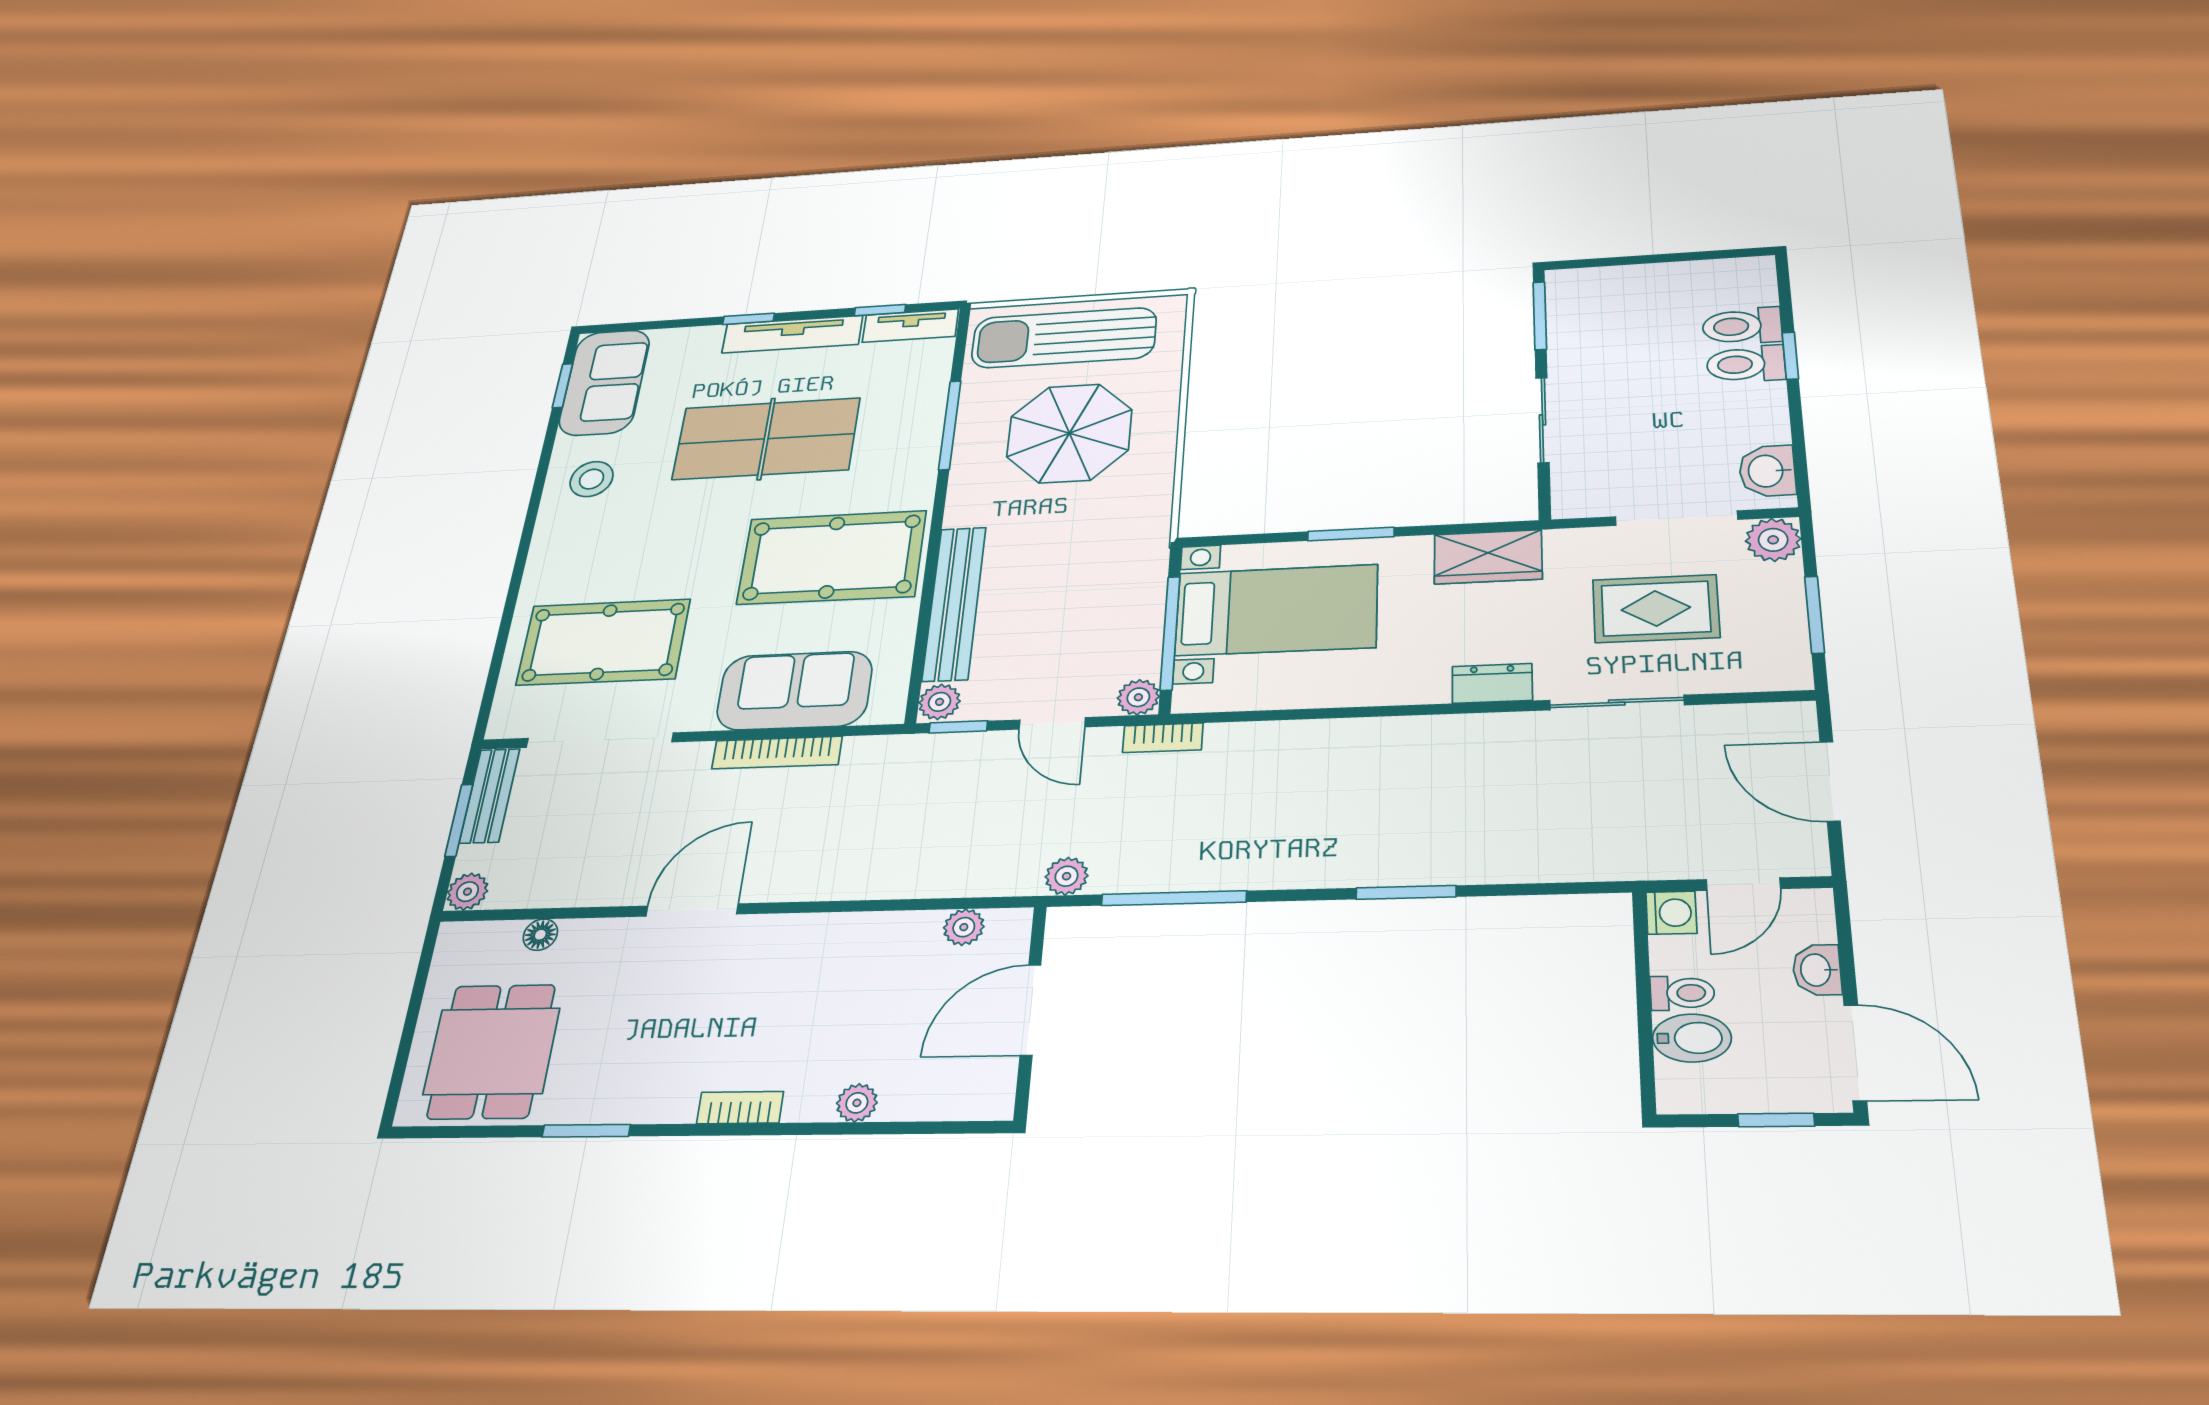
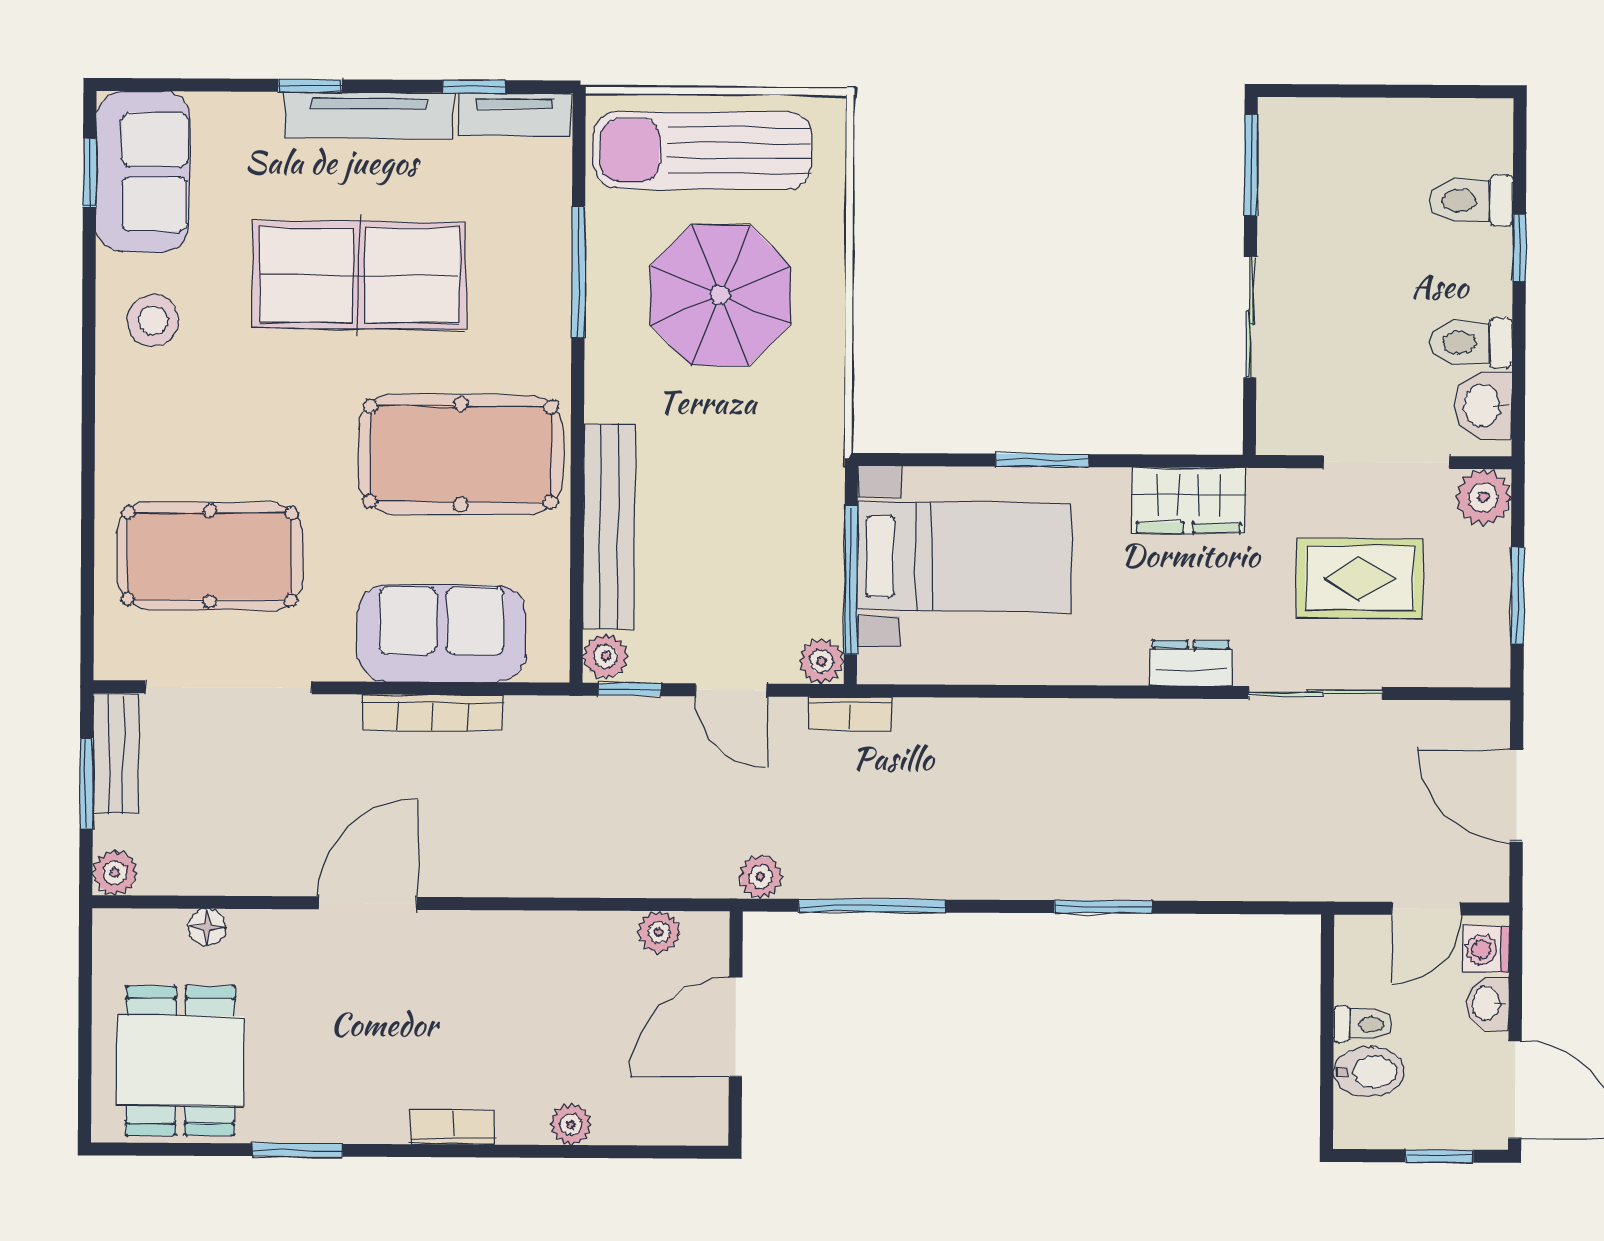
toilet: (1746, 364) -> (1471, 343), moved
washing machine: (1671, 913) -> (1486, 949), moved, turned 180

